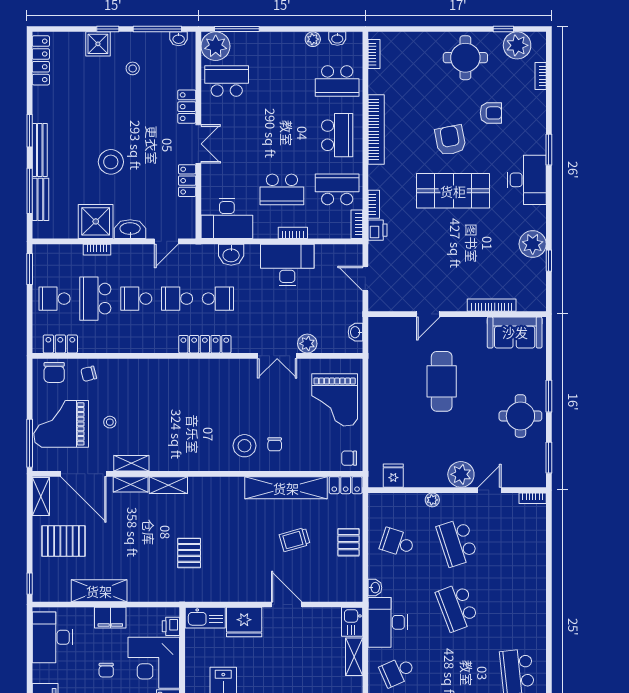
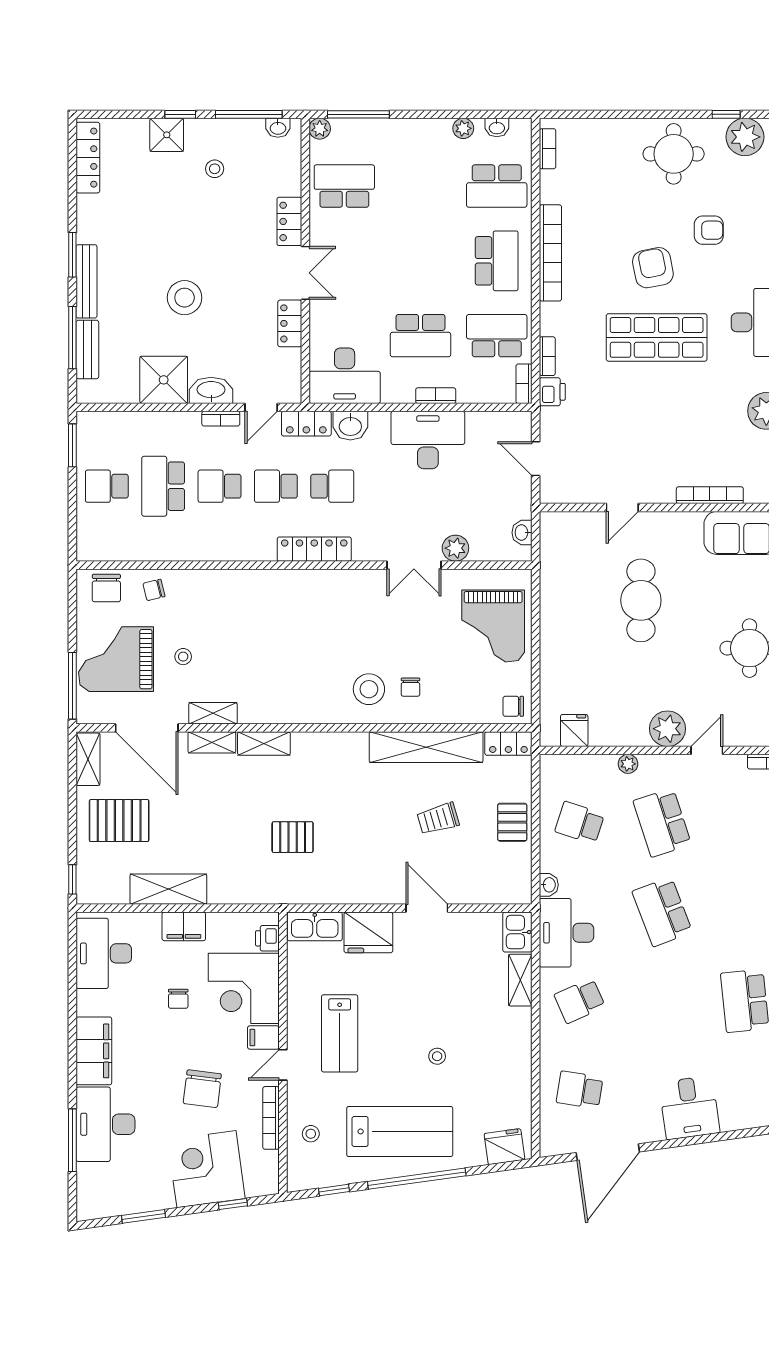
plant: (216, 46) -> (320, 129), width x0.53, depth x0.53
bookcase: (97, 250) -> (221, 419), moved
locker: (60, 344) -> (306, 424), moved, turned 180
pallet: (189, 553) -> (293, 837), turned 90

